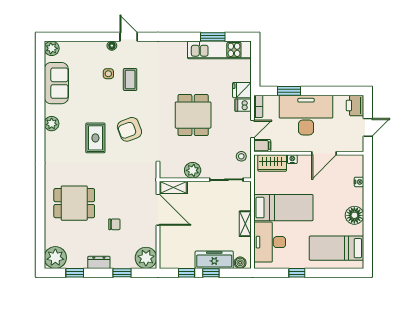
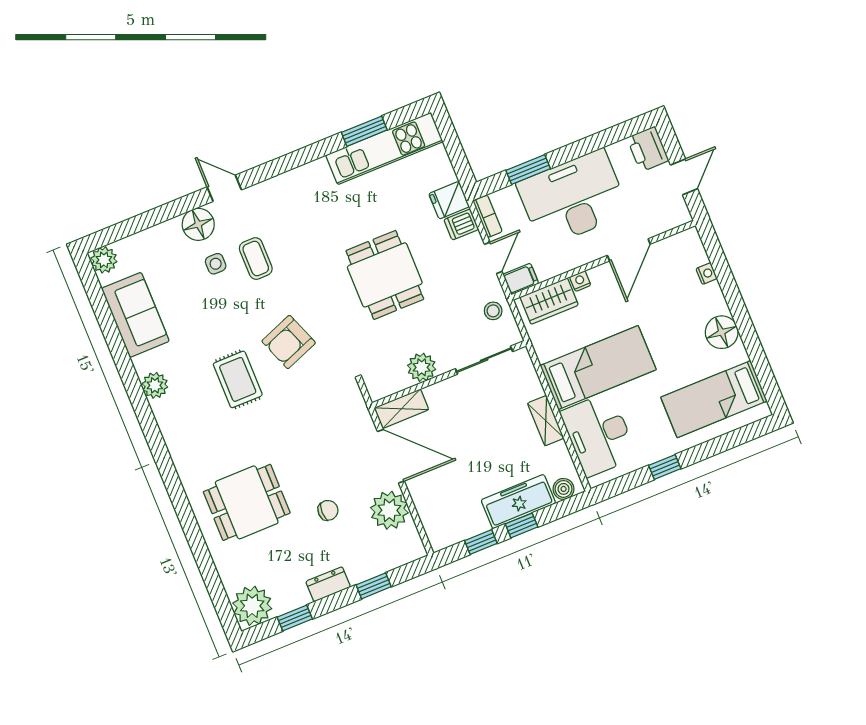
floor lamp: (112, 46) -> (198, 224), width x1.89, depth x1.89
plant: (146, 258) -> (389, 510), moved

